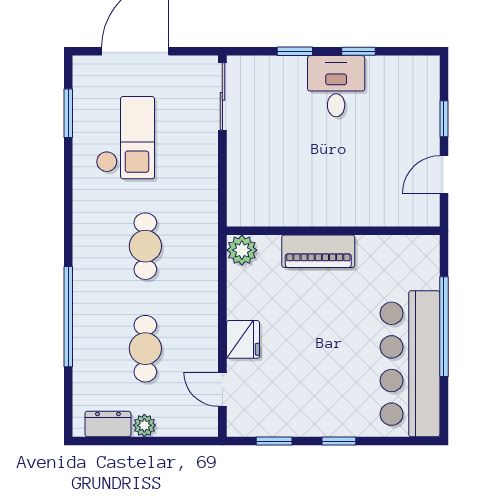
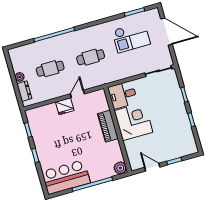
desk: (336, 86) -> (123, 95), moved, turned 180
corner desk: (324, 188) -> (134, 121), added
plant: (242, 250) -> (120, 168), moved
bar counter: (410, 364) -> (66, 177), width x0.73
door: (222, 389) -> (77, 94), moved
dresser: (108, 424) -> (24, 91), moved

